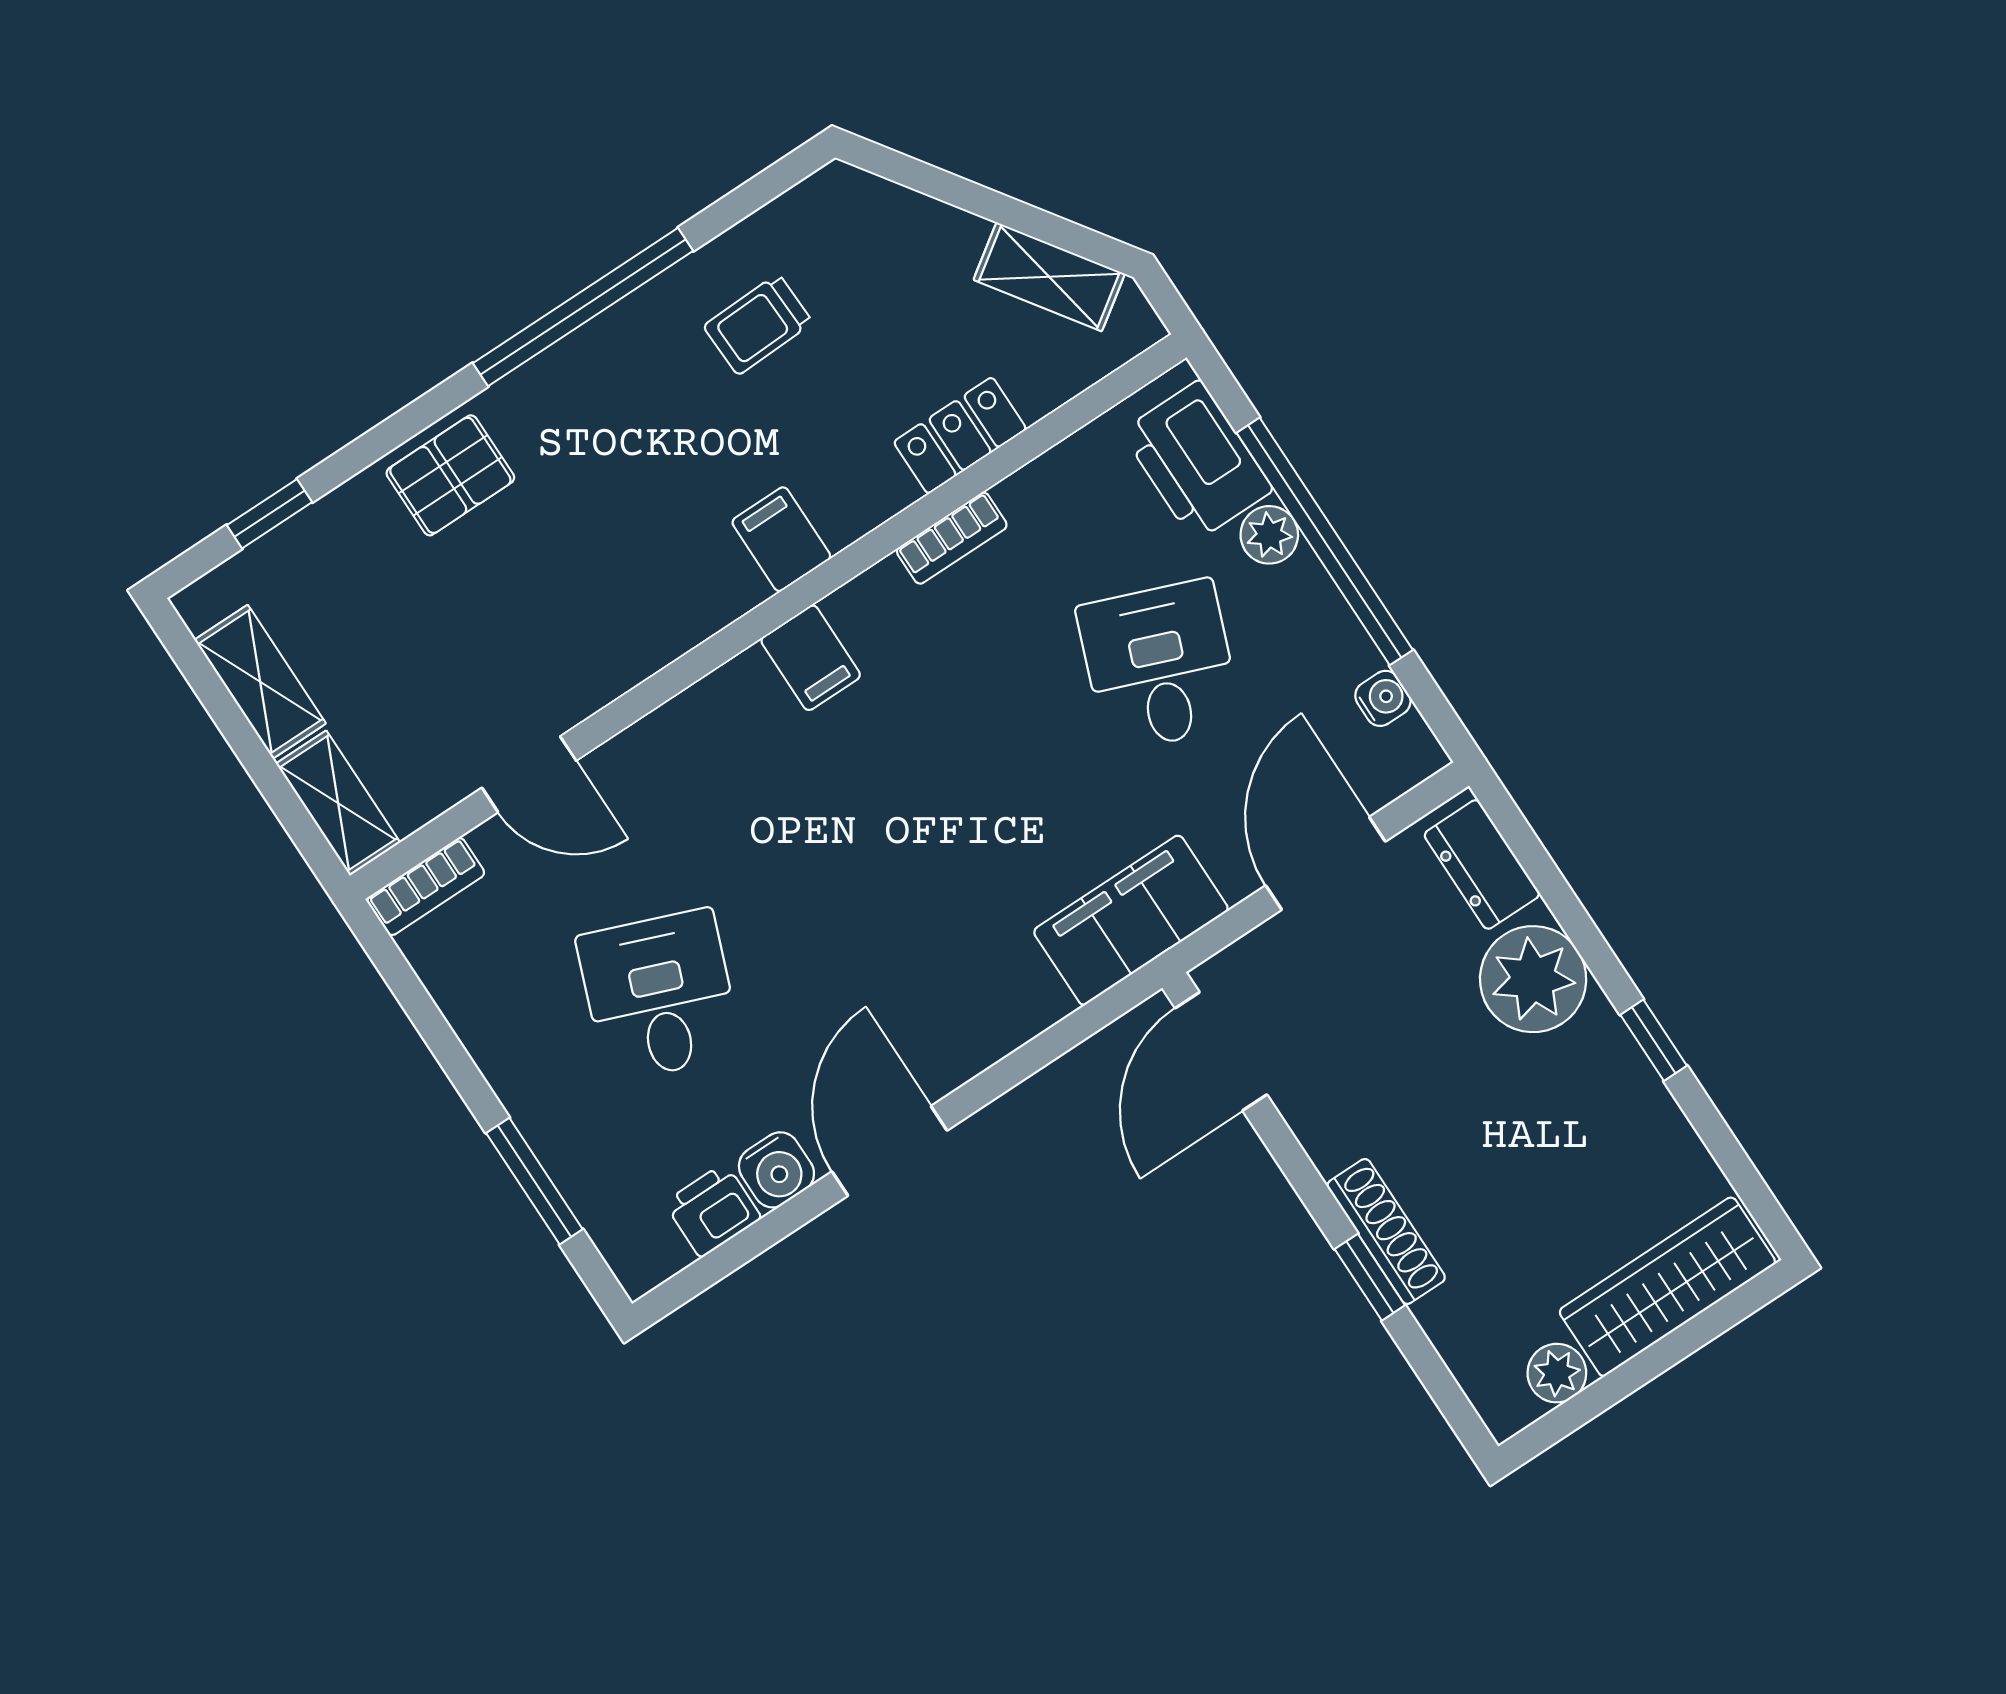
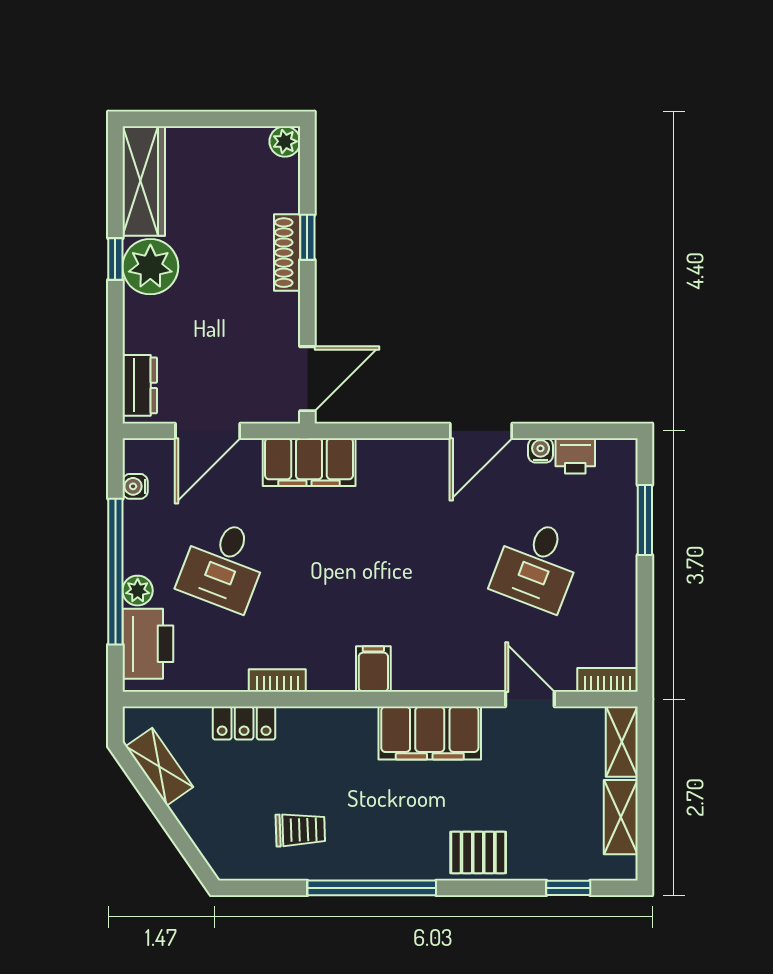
filing cabinet: (781, 539) -> (430, 733), moved, width x3.00, depth x1.17
plant: (1533, 979) -> (150, 267), moved
water cooler: (776, 1170) -> (541, 450), width x0.72, depth x0.72
wardrobe: (1667, 1287) -> (144, 181), moved, turned -90
plant: (1557, 1373) -> (285, 141), moved

